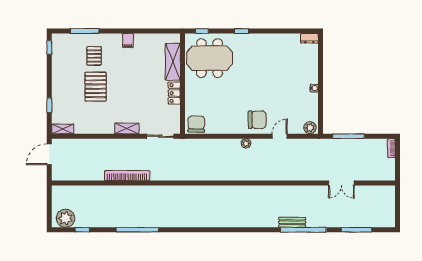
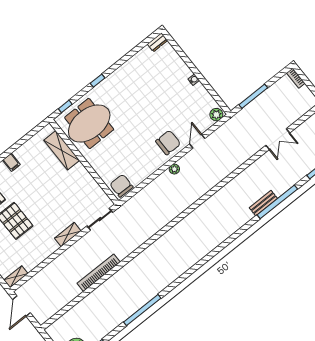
locker: (174, 93) -> (83, 175), removed

